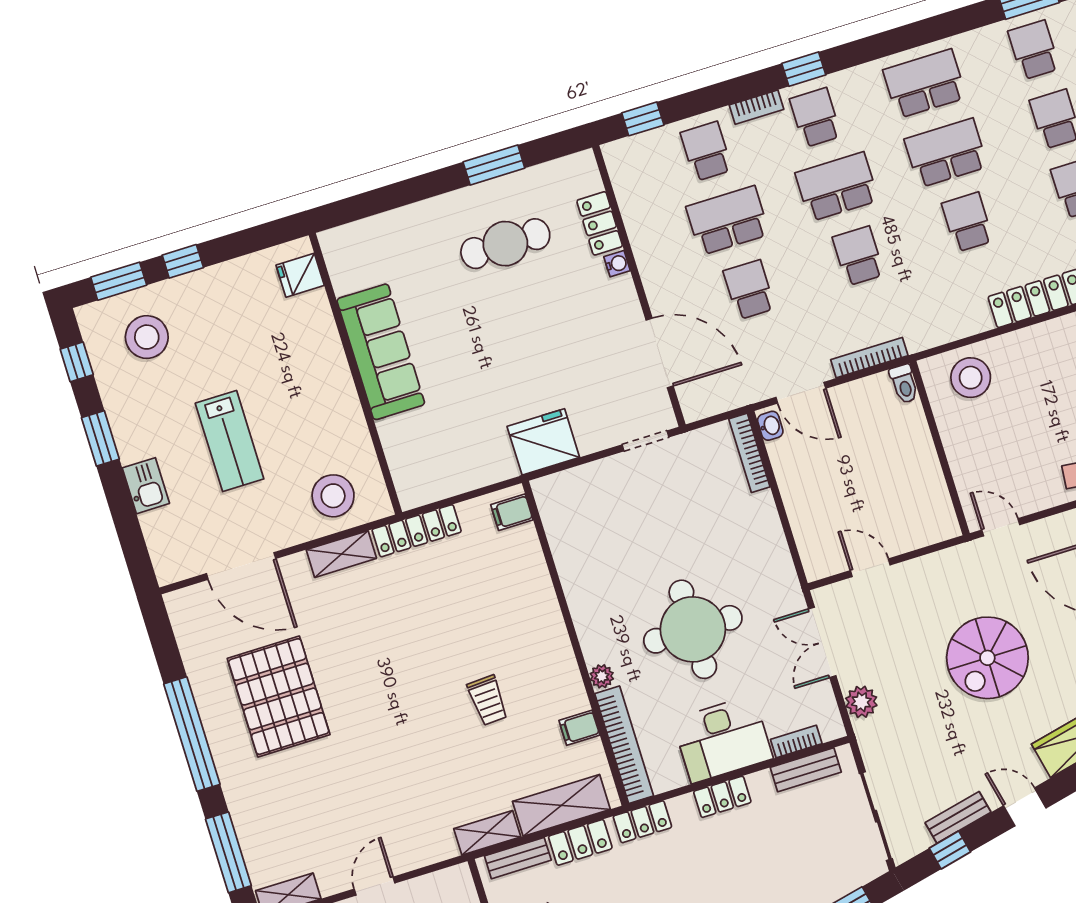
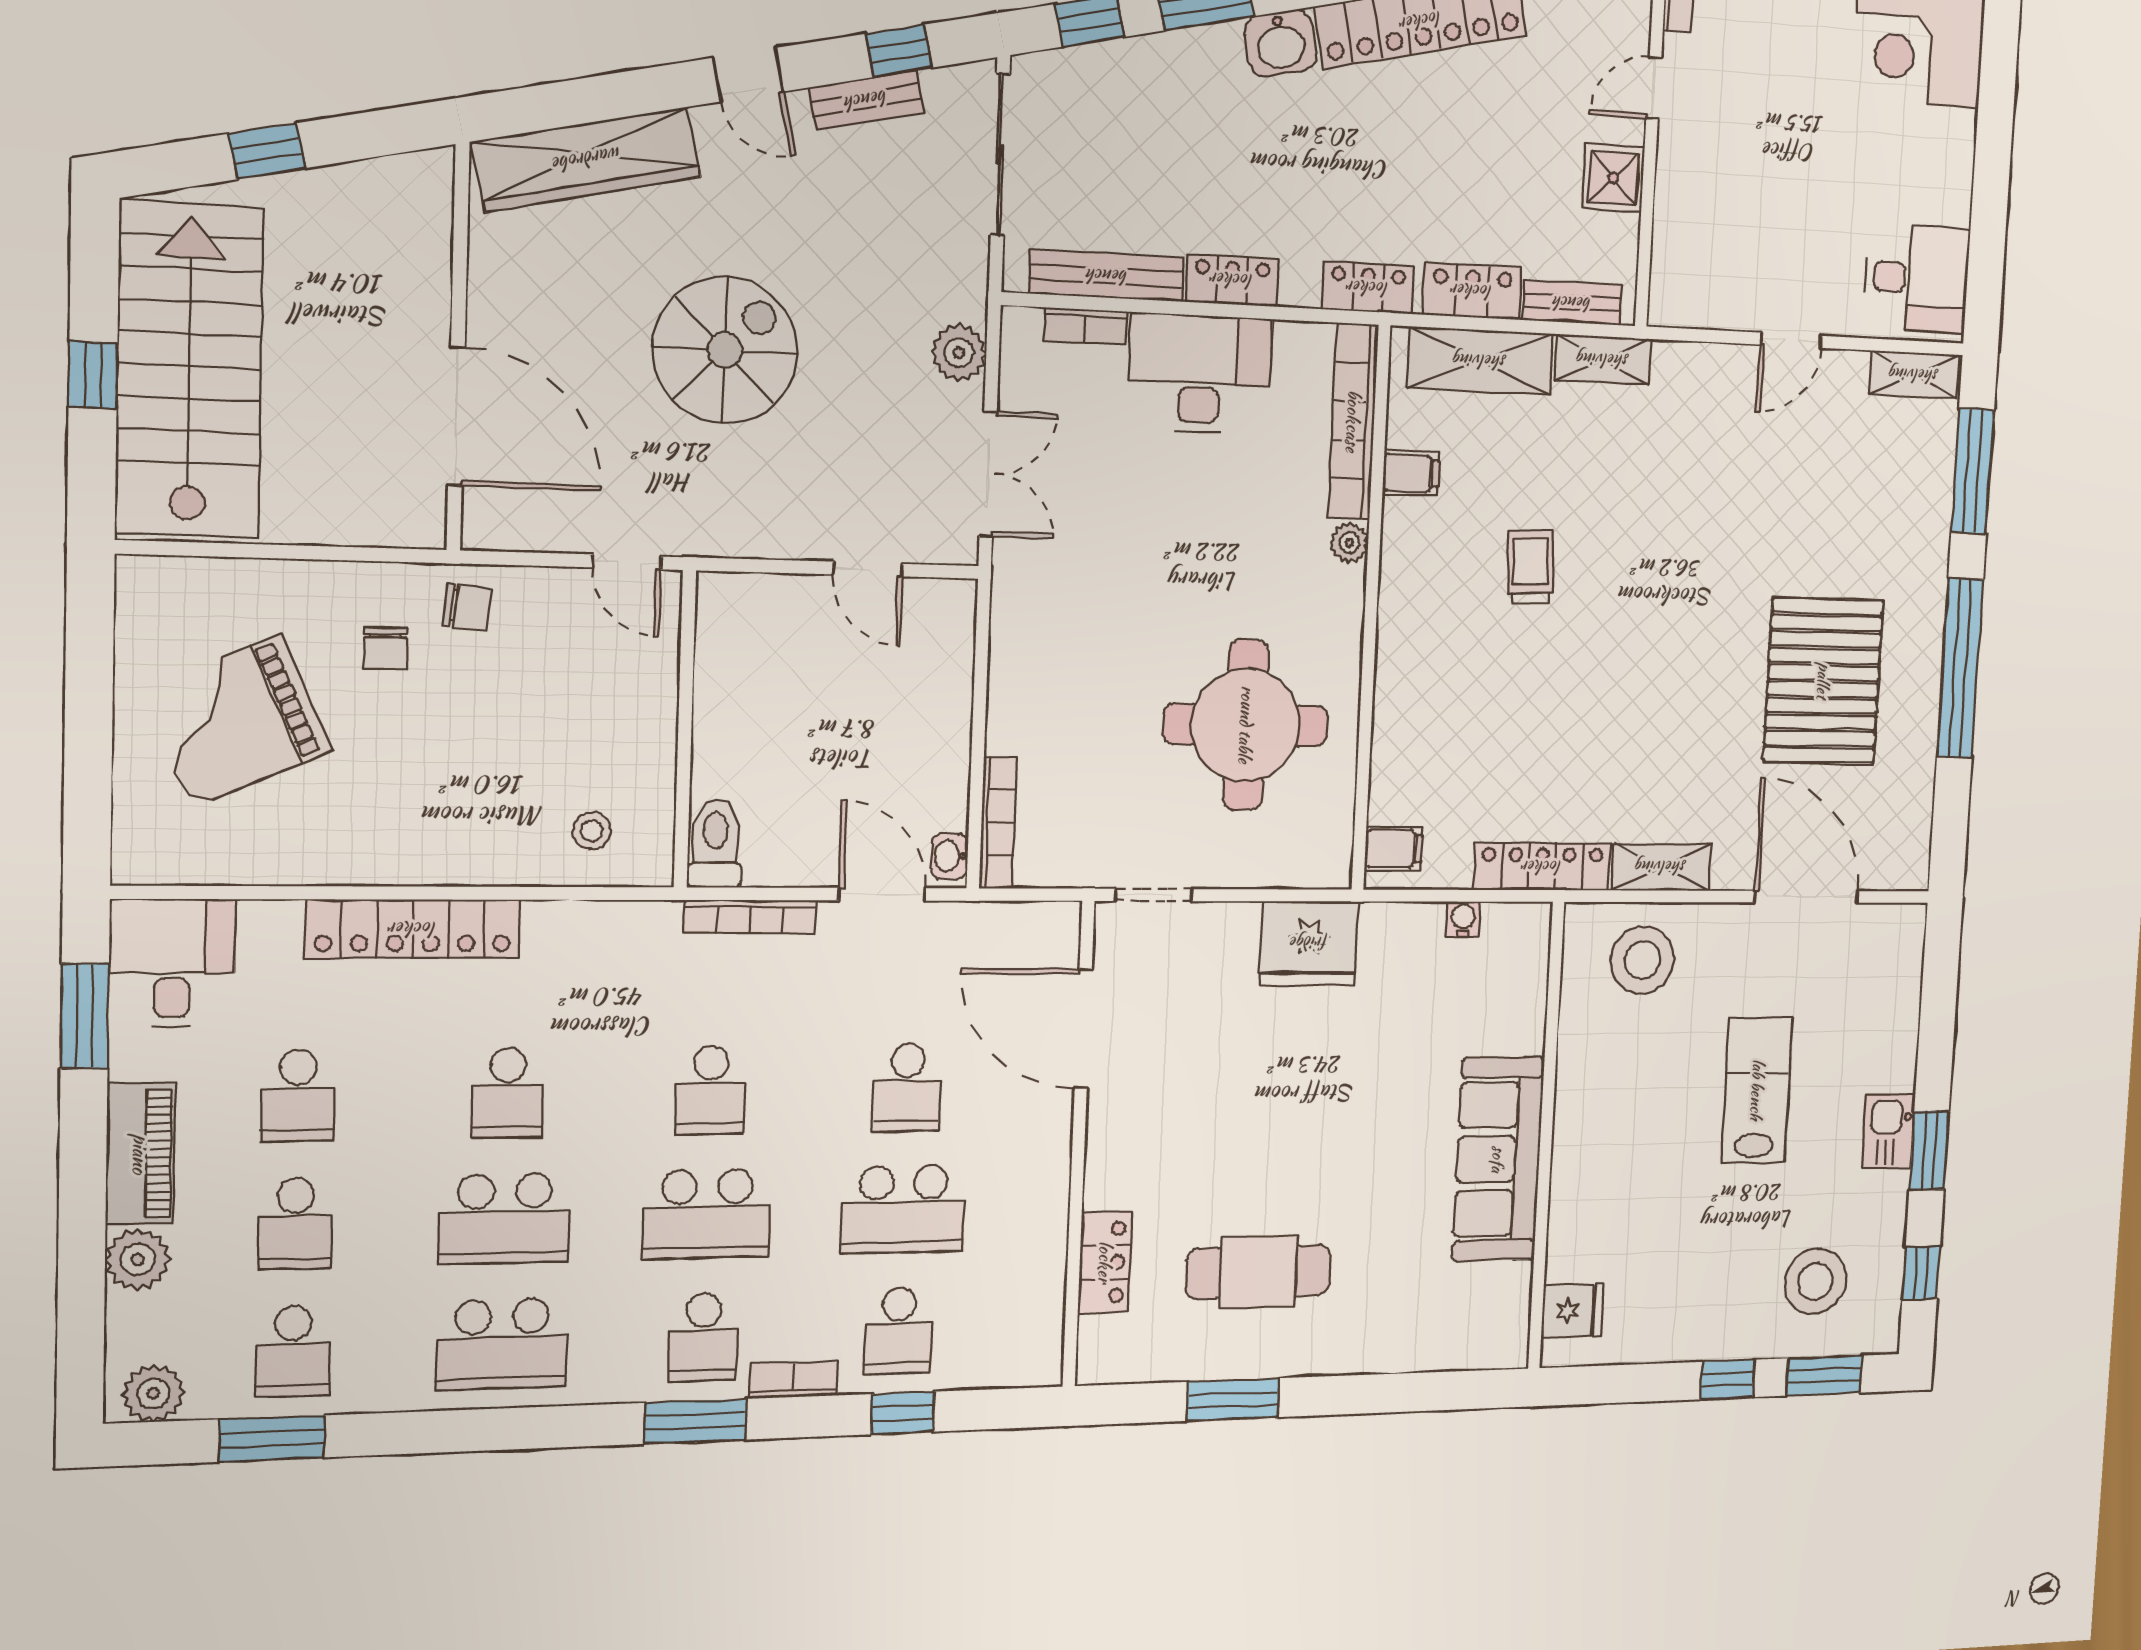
window: (804, 69) -> (695, 1421), width x1.50
window: (643, 119) -> (903, 1413), moved
water cooler: (617, 264) -> (1463, 919), moved, turned 90
stool: (971, 378) -> (592, 831), width x0.53, depth x0.53
toilet: (904, 384) -> (715, 843), width x1.37, depth x1.39
kitchen sink: (146, 486) -> (1888, 1132), moved
round table: (693, 629) -> (1246, 725), moved
bench: (806, 770) -> (1107, 276), width x1.36

